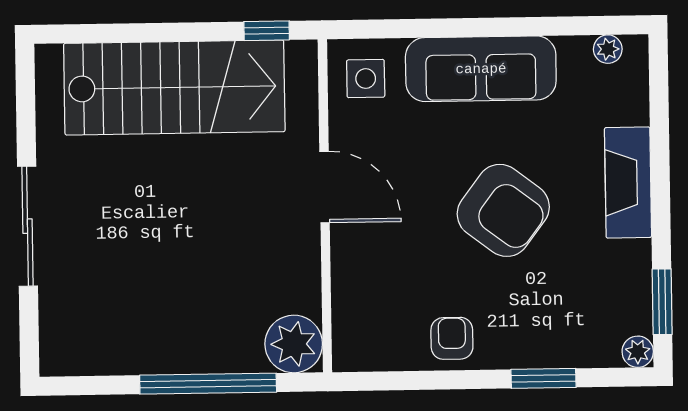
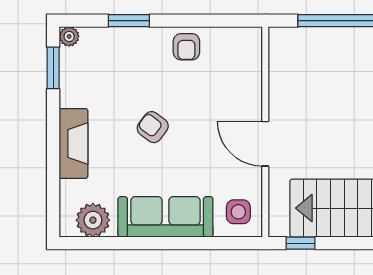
plant: (608, 49) -> (93, 220), width x1.87, depth x1.87
armchair: (503, 210) -> (153, 127), width x0.53, depth x0.53
plant: (294, 344) -> (286, 45), removed

